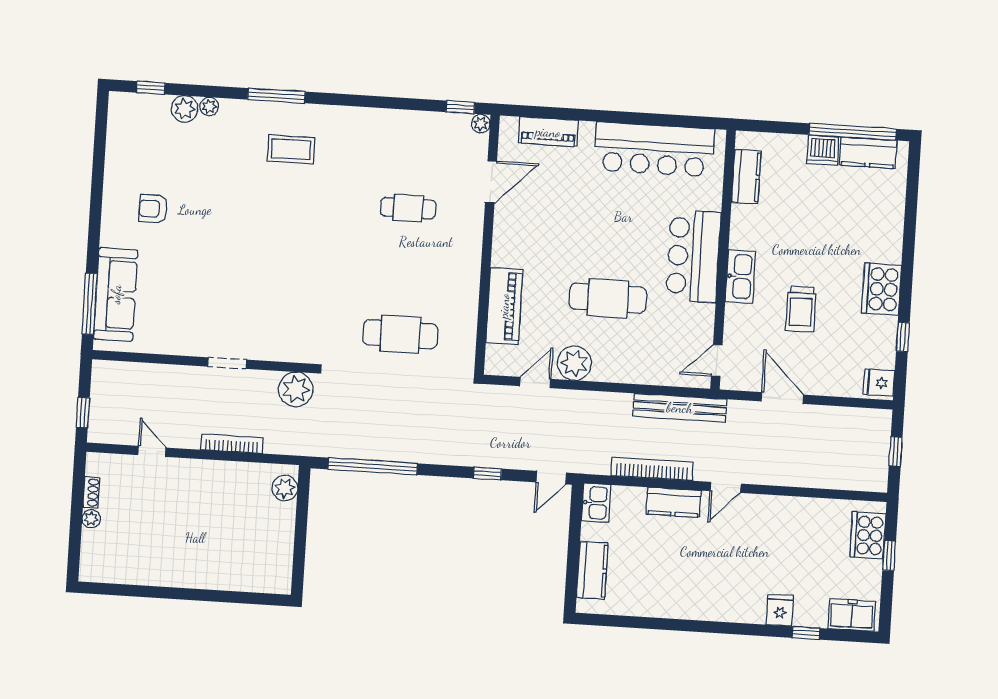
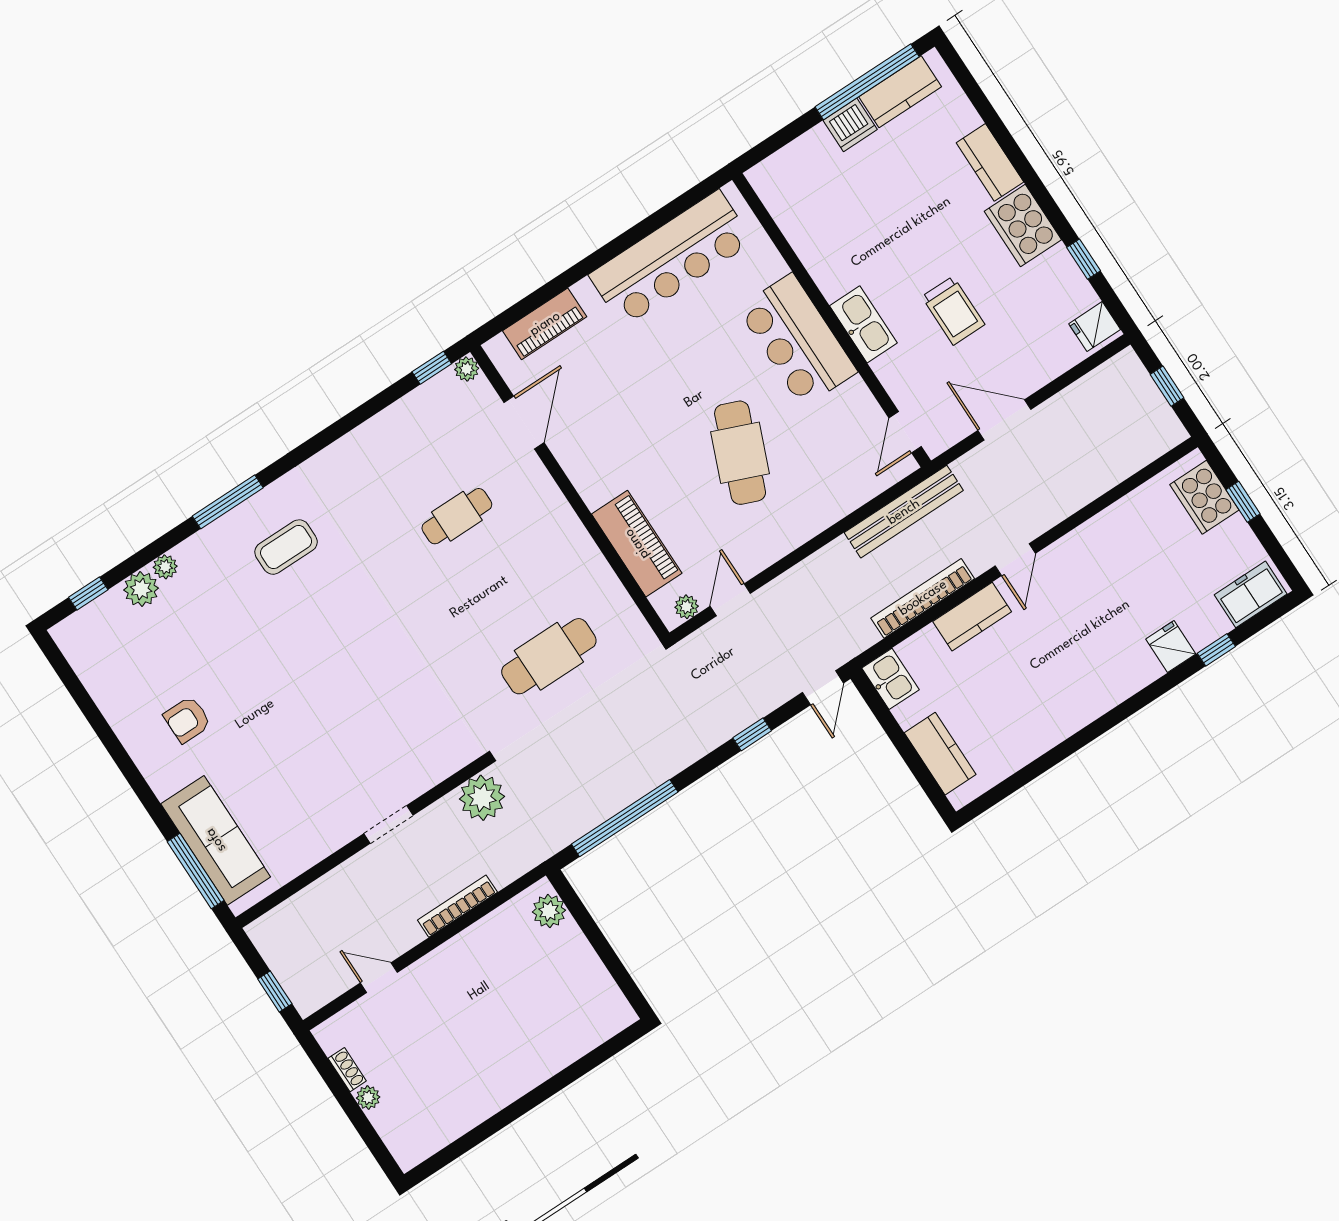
kitchen counter: (746, 177) -> (990, 162), moved, turned 180
cafe table: (608, 298) -> (740, 453), turned -68
plant: (574, 363) -> (687, 607), moved, width x0.53, depth x0.53

